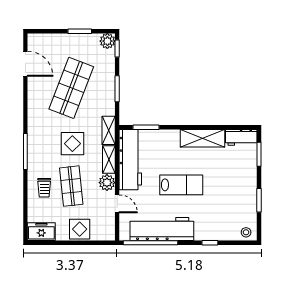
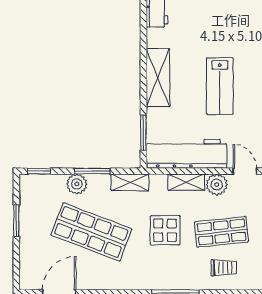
plant: (107, 41) -> (77, 184), moved
shelving: (109, 130) -> (130, 182), moved
shelving: (202, 138) -> (158, 78), moved
lab bench: (181, 185) -> (220, 86), turned 180
door: (117, 204) -> (245, 171), hinge flipped

